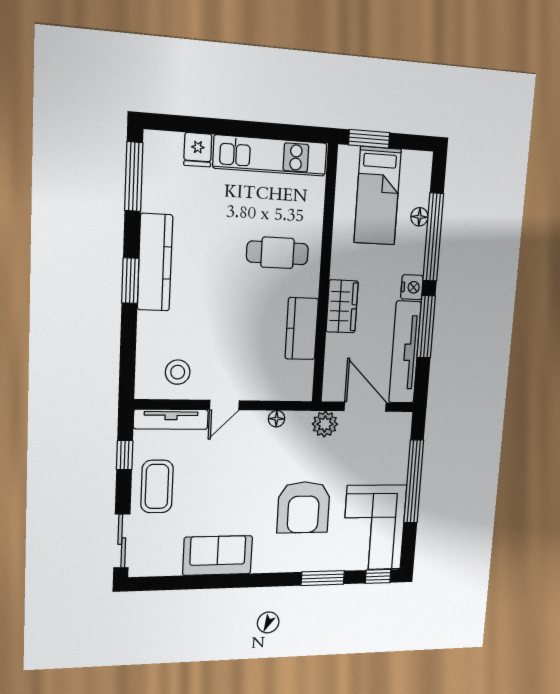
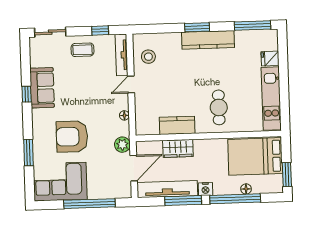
window: (369, 139) -> (287, 175), moved
bed: (378, 196) -> (255, 156), width x1.50
wardrobe: (342, 306) -> (178, 148), moved
door: (225, 405) -> (131, 85), hinge flipped
coffee table: (157, 486) -> (83, 50), width x0.73, depth x0.77
window: (378, 576) -> (27, 94), moved

